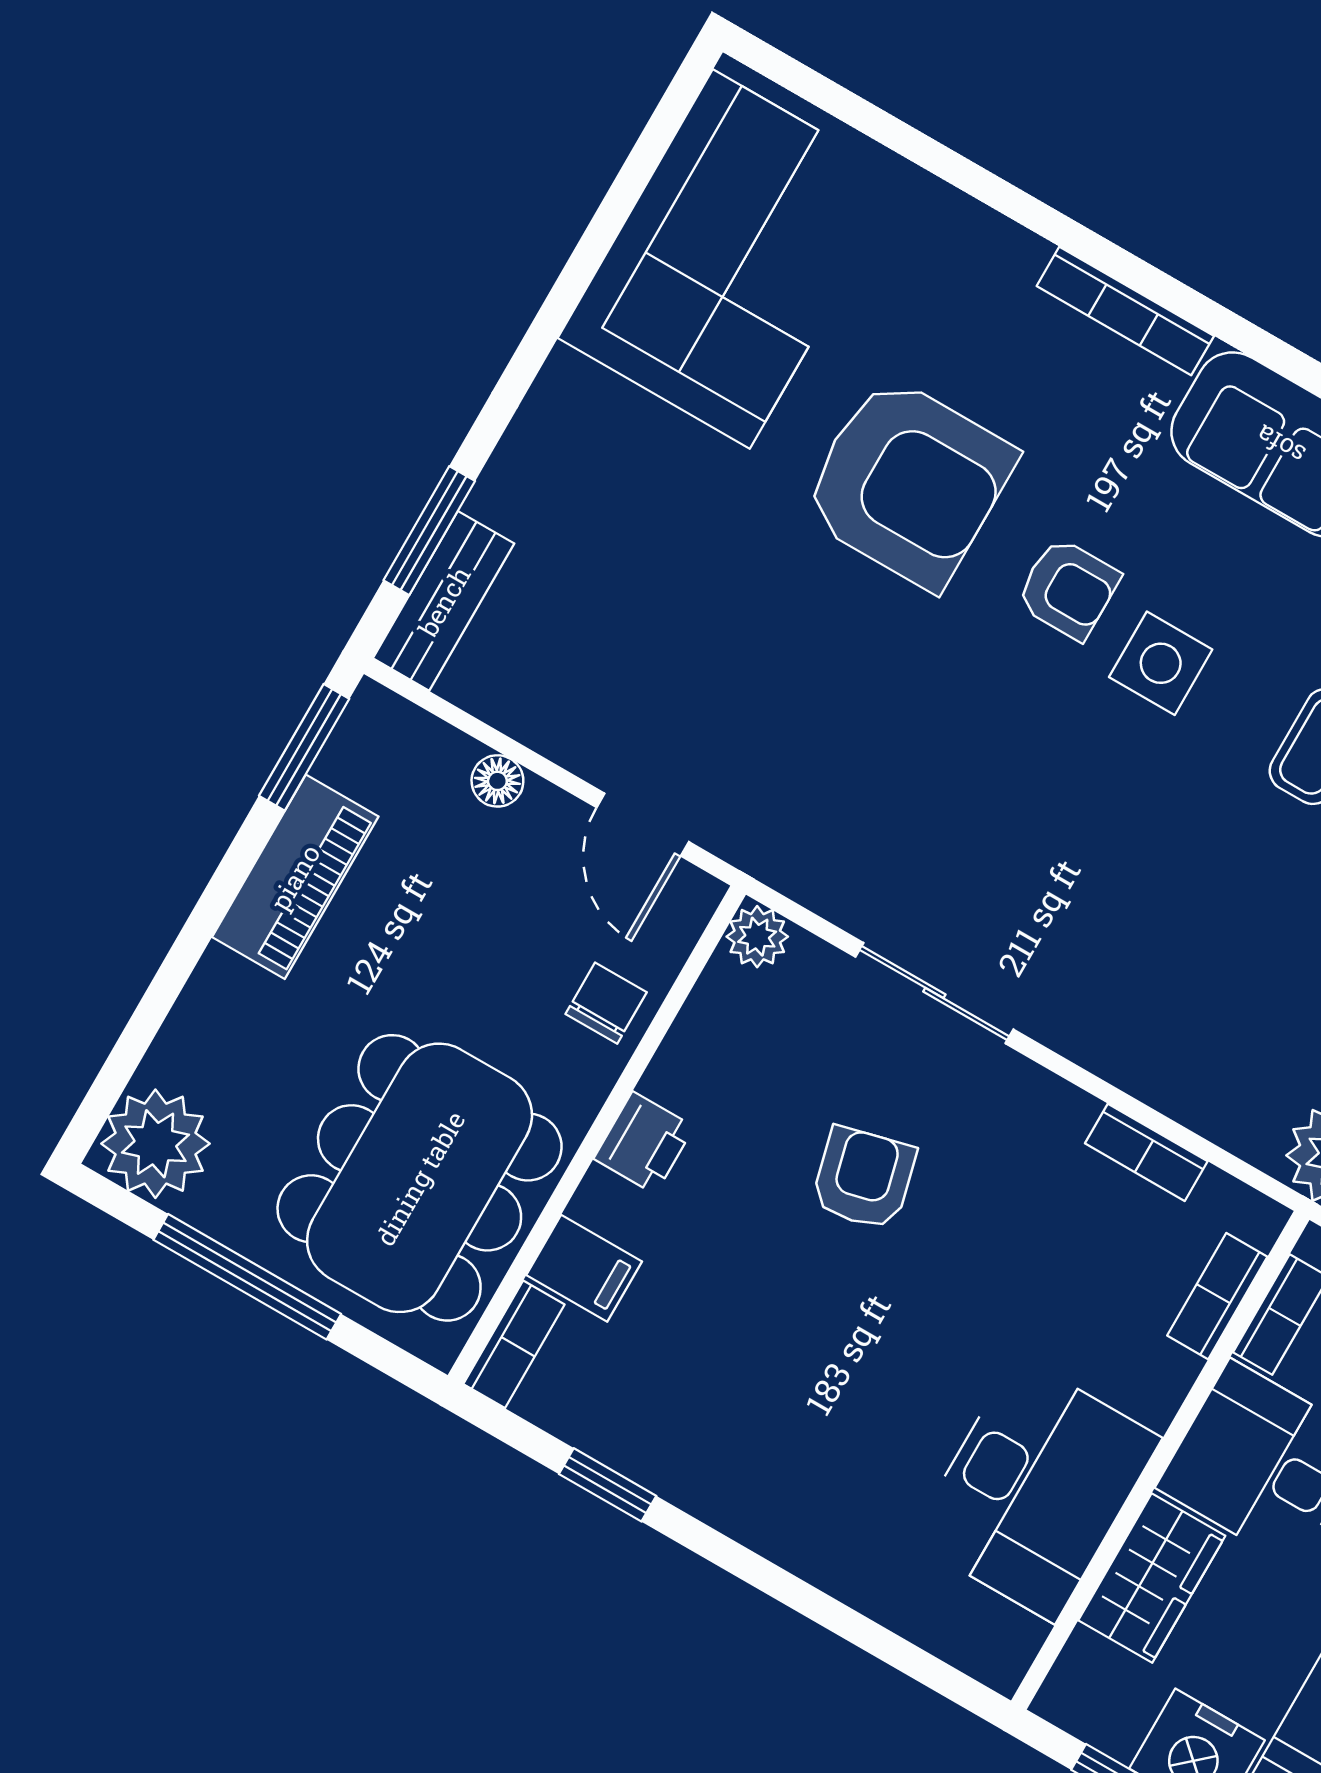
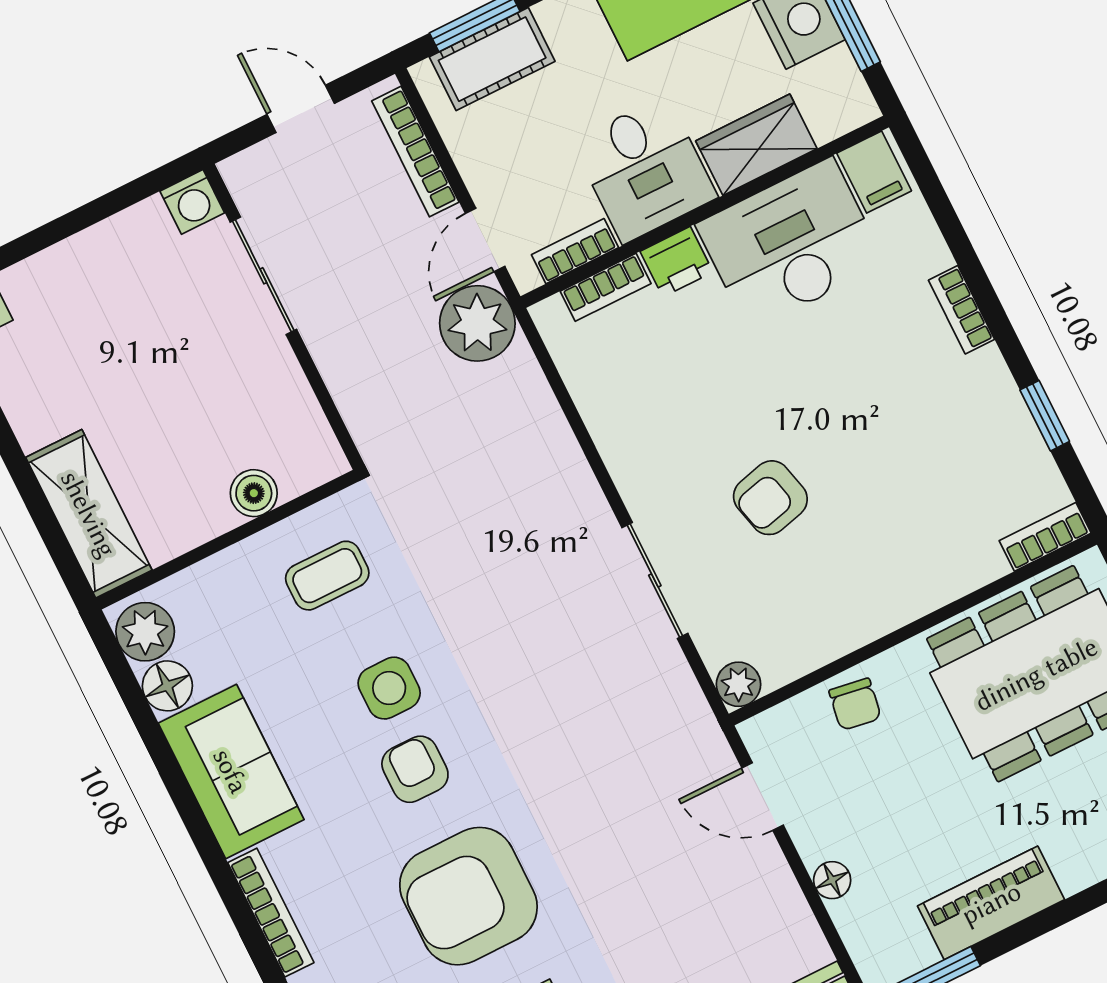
armchair: (908, 482) -> (468, 896), turned -90
door: (643, 825) -> (763, 797), swing flipped
chair: (606, 1003) -> (855, 704), turned -81
printer: (644, 1143) -> (677, 262), moved, turned 180
bookcase: (1146, 1152) -> (962, 310), moved, turned 180
filing cabinet: (584, 1268) -> (874, 172), moved, turned 180

